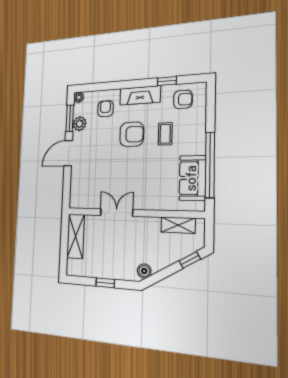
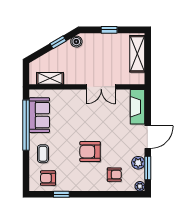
fireplace: (140, 95) -> (138, 107), moved, turned -90
armchair: (105, 109) -> (114, 175), turned -90
coffee table: (165, 134) -> (43, 154), moved
shelving: (76, 236) -> (137, 54), moved
window: (190, 260) -> (58, 42), moved

